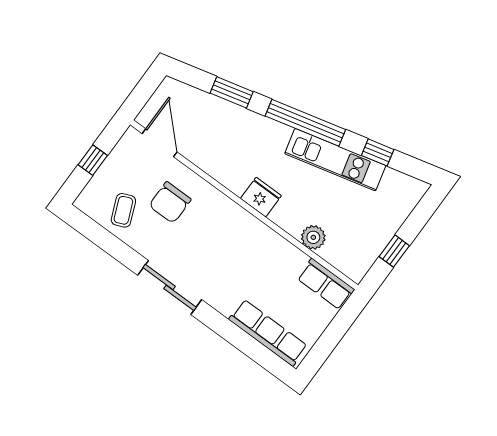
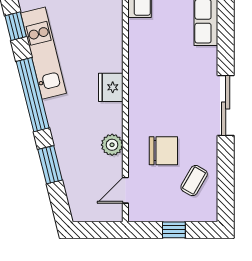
door: (160, 143) -> (125, 190), width x0.73
coffee table: (123, 210) -> (194, 181), turned -37
plant: (313, 237) -> (112, 145), moved

